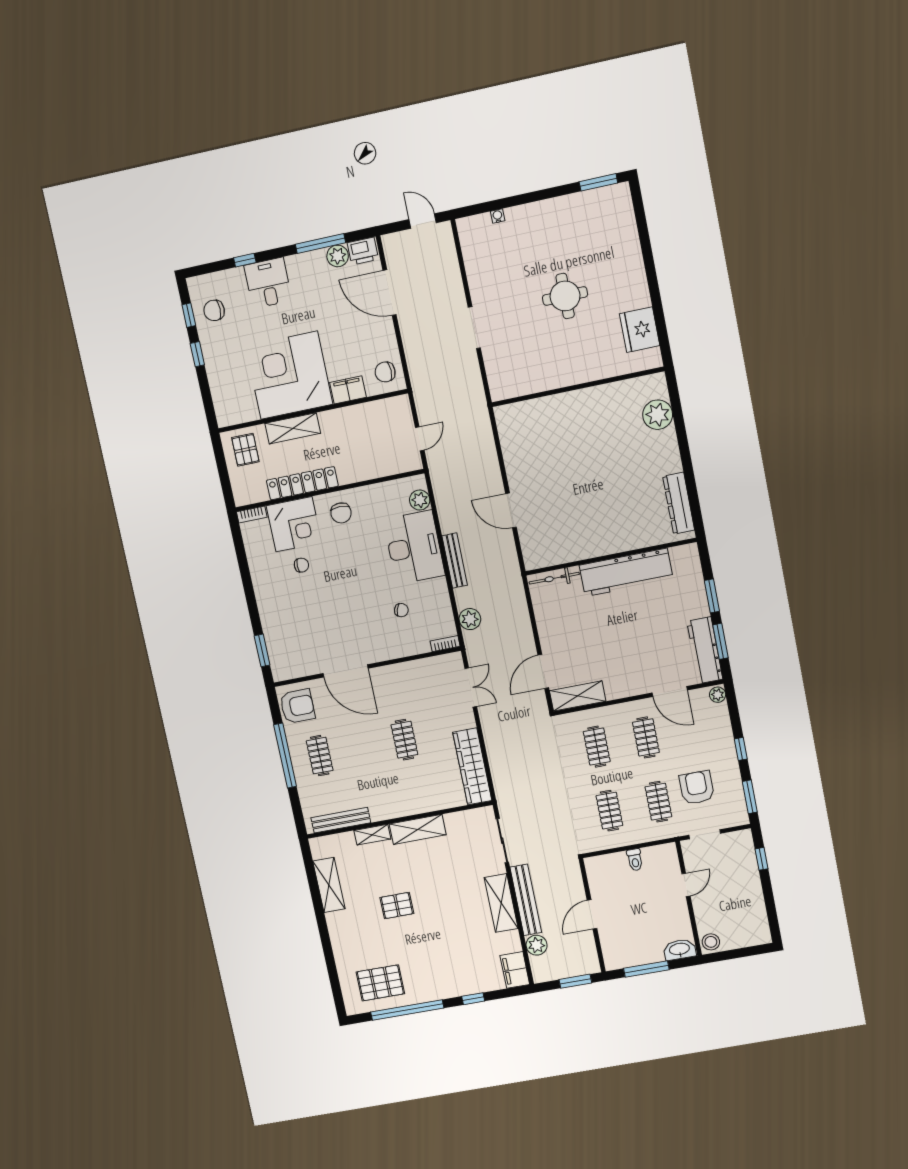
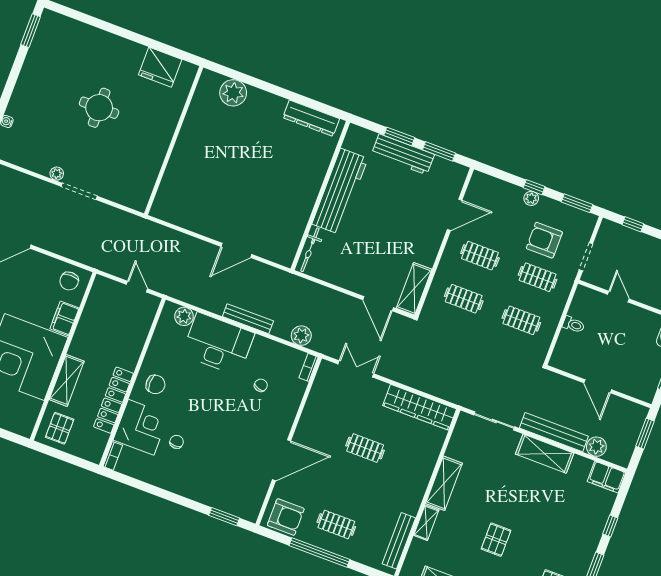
plant: (478, 296) -> (57, 174), added
pallet: (245, 450) -> (60, 428), turned 90
workbench: (705, 650) -> (403, 154), moved
plant: (718, 695) -> (531, 198), moved
armchair: (297, 706) -> (286, 517), turned 90

